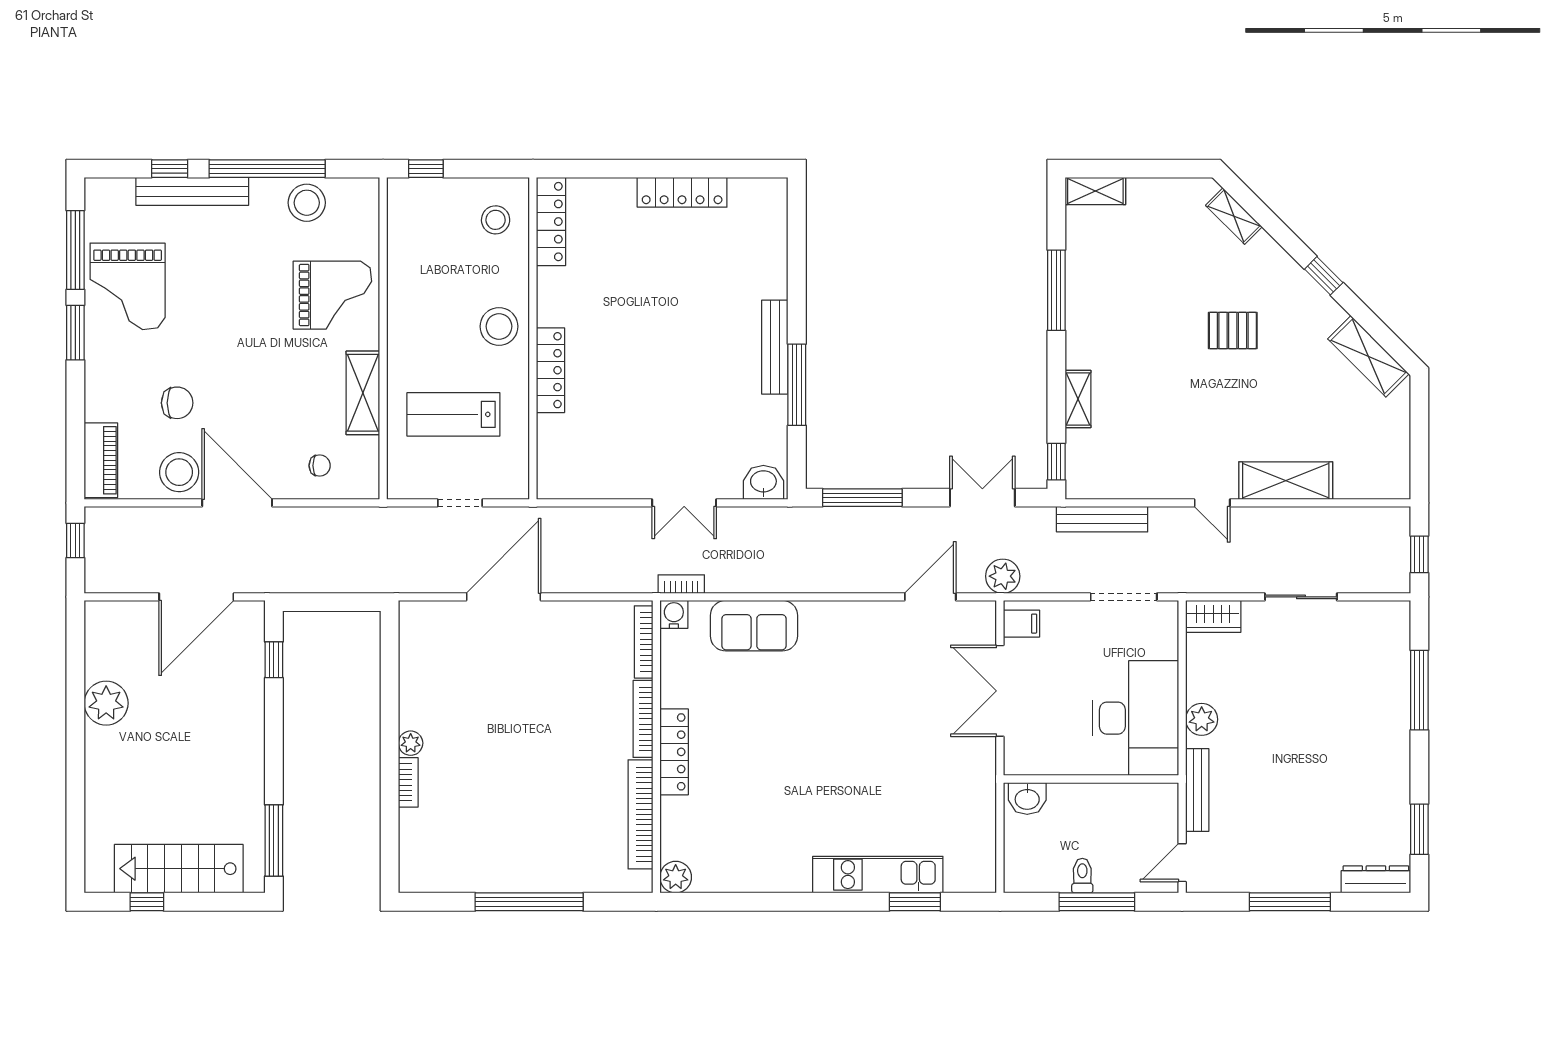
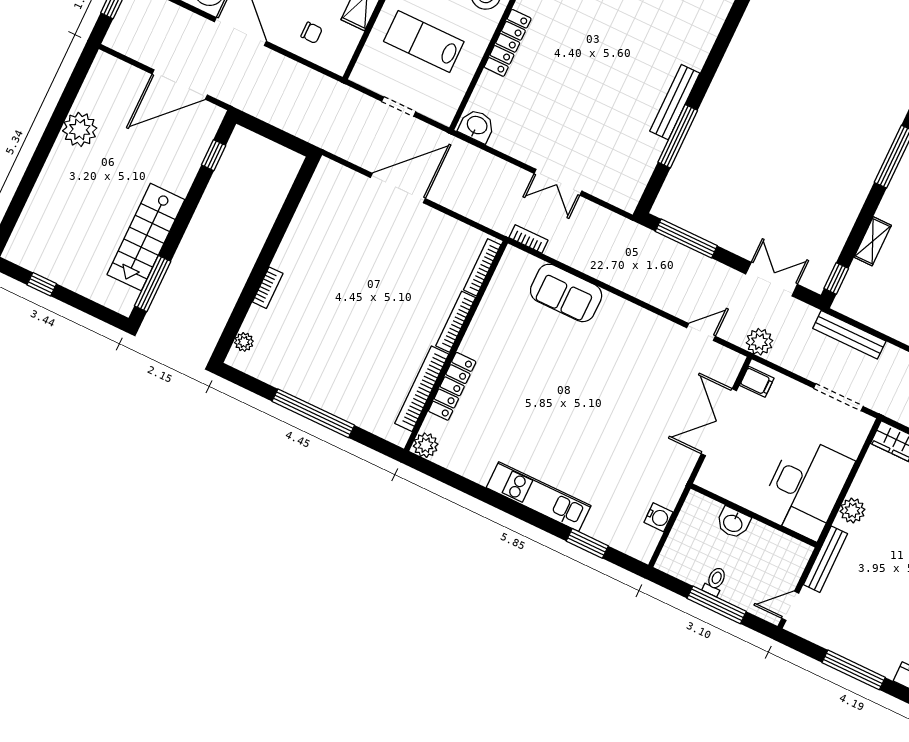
washbasin: (763, 482) -> (477, 126), moved
door: (930, 597) -> (701, 332), width x0.73
water cooler: (674, 614) -> (658, 517), moved, turned 90
plant: (411, 743) -> (244, 342), moved
locker: (674, 752) -> (452, 386), moved
washbasin: (1027, 798) -> (733, 523), moved
stairs: (179, 869) -> (146, 237), moved, turned -90
kitchen unit: (878, 875) -> (539, 497), moved

